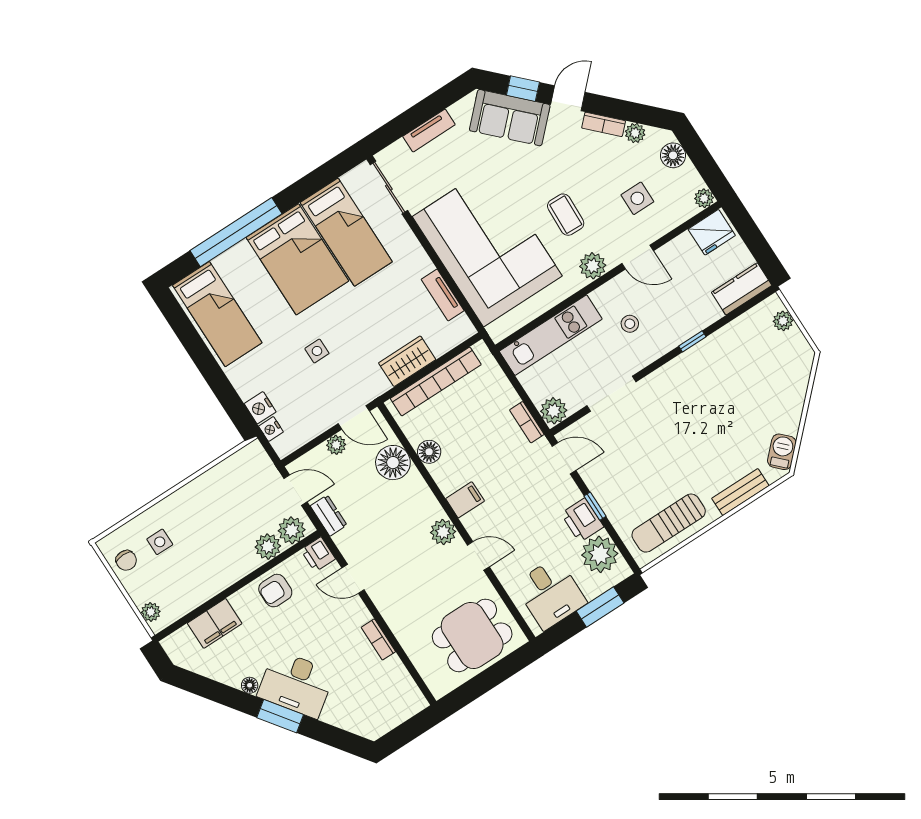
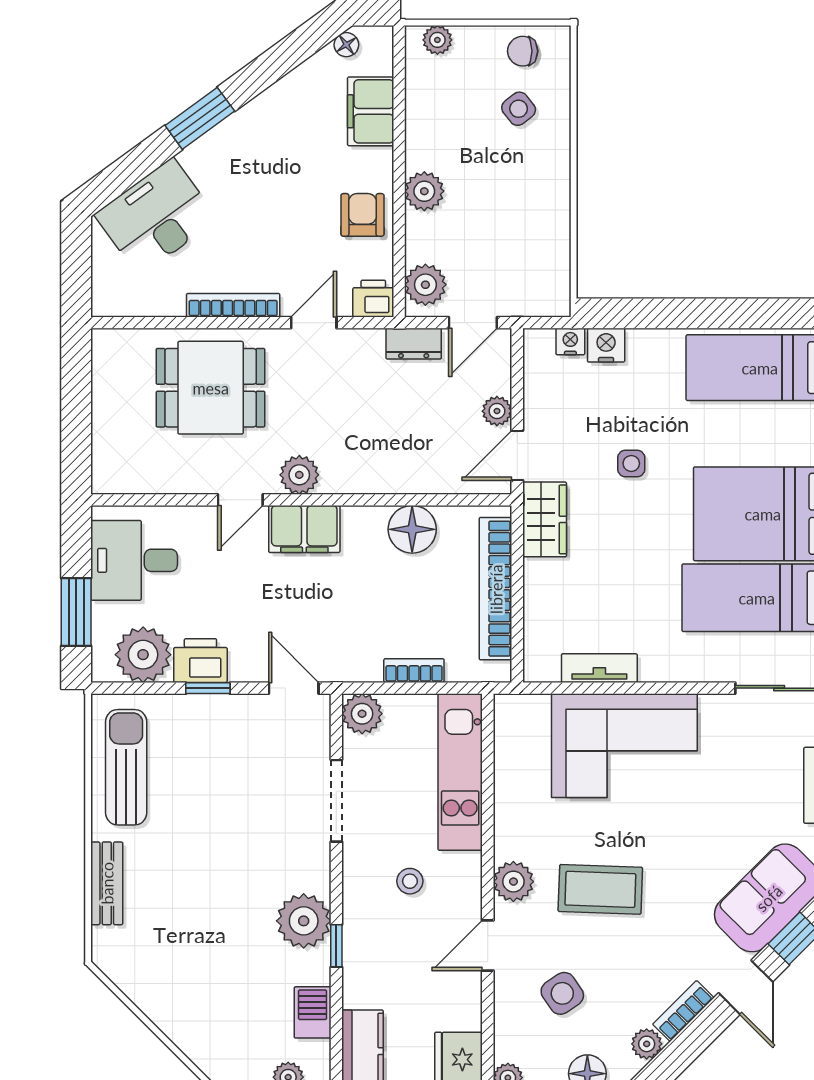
side table: (637, 198) -> (562, 993), turned -34
coffee table: (566, 215) -> (600, 889), width x1.36, depth x1.30
corner sofa: (487, 246) -> (624, 746), width x0.73, depth x0.74
wardrobe: (407, 361) -> (545, 519), moved
plant: (690, 369) -> (304, 921), added
bookcase: (527, 422) -> (414, 671), moved
floor lamp: (429, 452) -> (412, 529), width x1.38, depth x1.38
barbecue: (782, 452) -> (313, 1012), moved, turned -135
door: (564, 458) -> (294, 688), swing flipped
floor lamp: (393, 463) -> (428, 468), removed
filing cabinet: (465, 500) -> (304, 529), width x2.00
side table: (160, 542) -> (519, 109), turned -38
plant: (268, 547) -> (424, 191), moved
dining table: (472, 635) -> (211, 388), moved, turned 90
bookcase: (378, 639) -> (233, 305), width x1.56
desk: (296, 684) -> (156, 217), moved
floor lamp: (250, 685) -> (346, 45), moved

